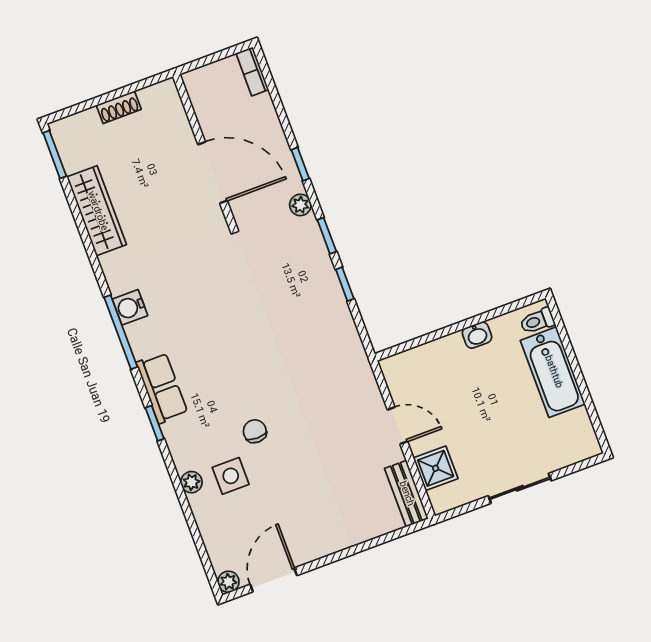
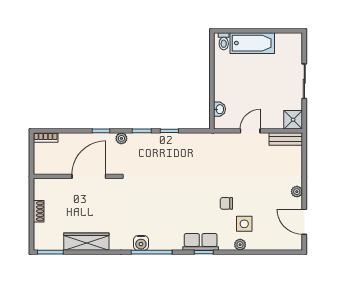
washbasin: (477, 335) -> (220, 109), moved
row of seats: (162, 388) -> (201, 242), moved
shower: (436, 468) -> (293, 120), moved
plant: (228, 582) -> (297, 192), moved

